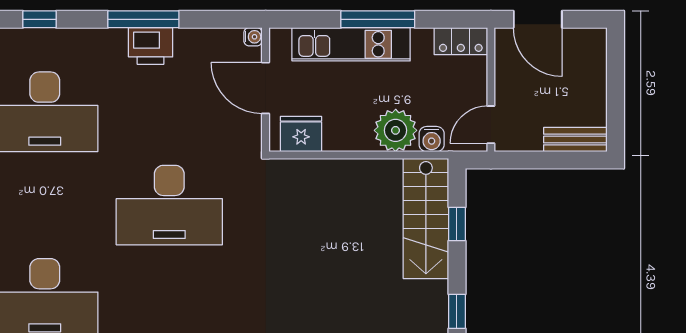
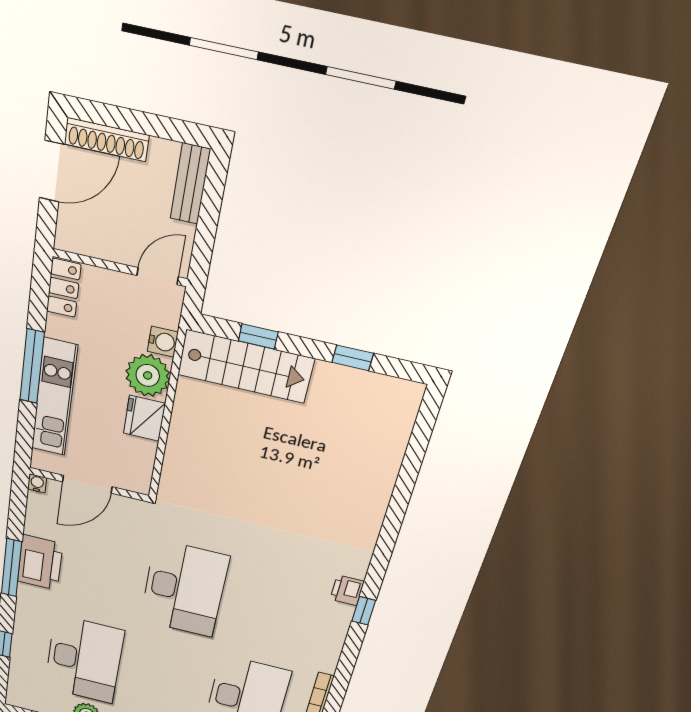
door: (538, 19) -> (52, 171), moved
printer: (151, 46) -> (40, 563), width x1.37, depth x1.19
shoe rack: (596, 63) -> (107, 140), added
door: (491, 125) -> (158, 276), swing flipped
fridge: (301, 134) -> (144, 418), moved

